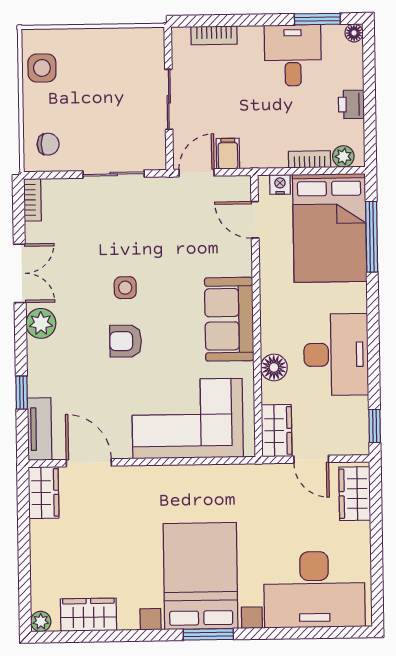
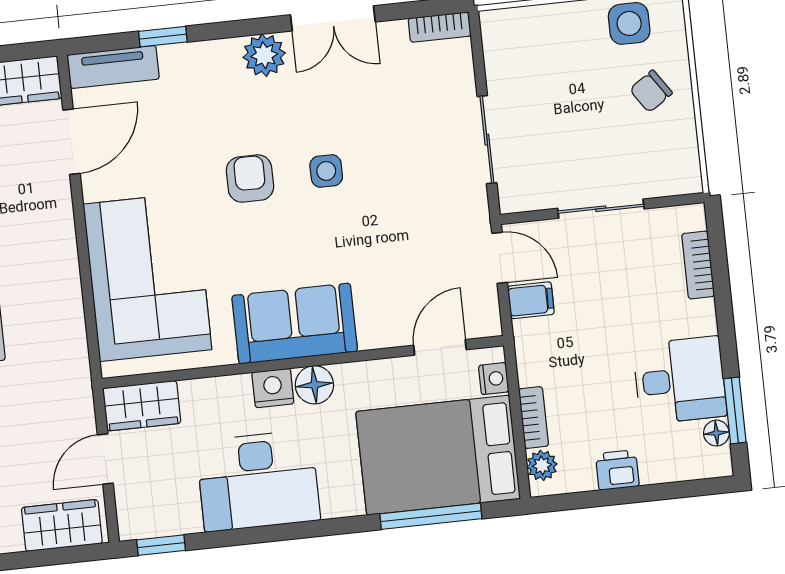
floor lamp: (354, 33) -> (716, 433), moved
chair: (48, 144) -> (651, 91), moved, turned 56
nightstand: (273, 338) -> (273, 388), added
floor lamp: (274, 367) -> (314, 385), moved

